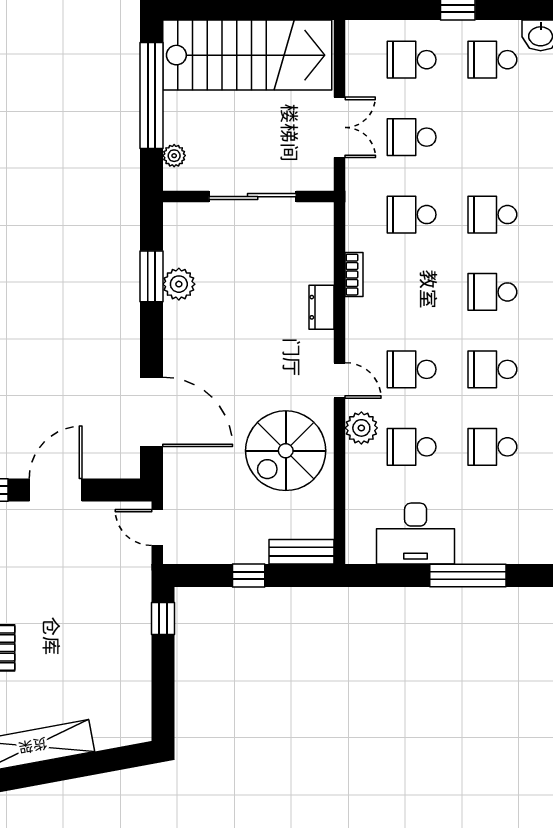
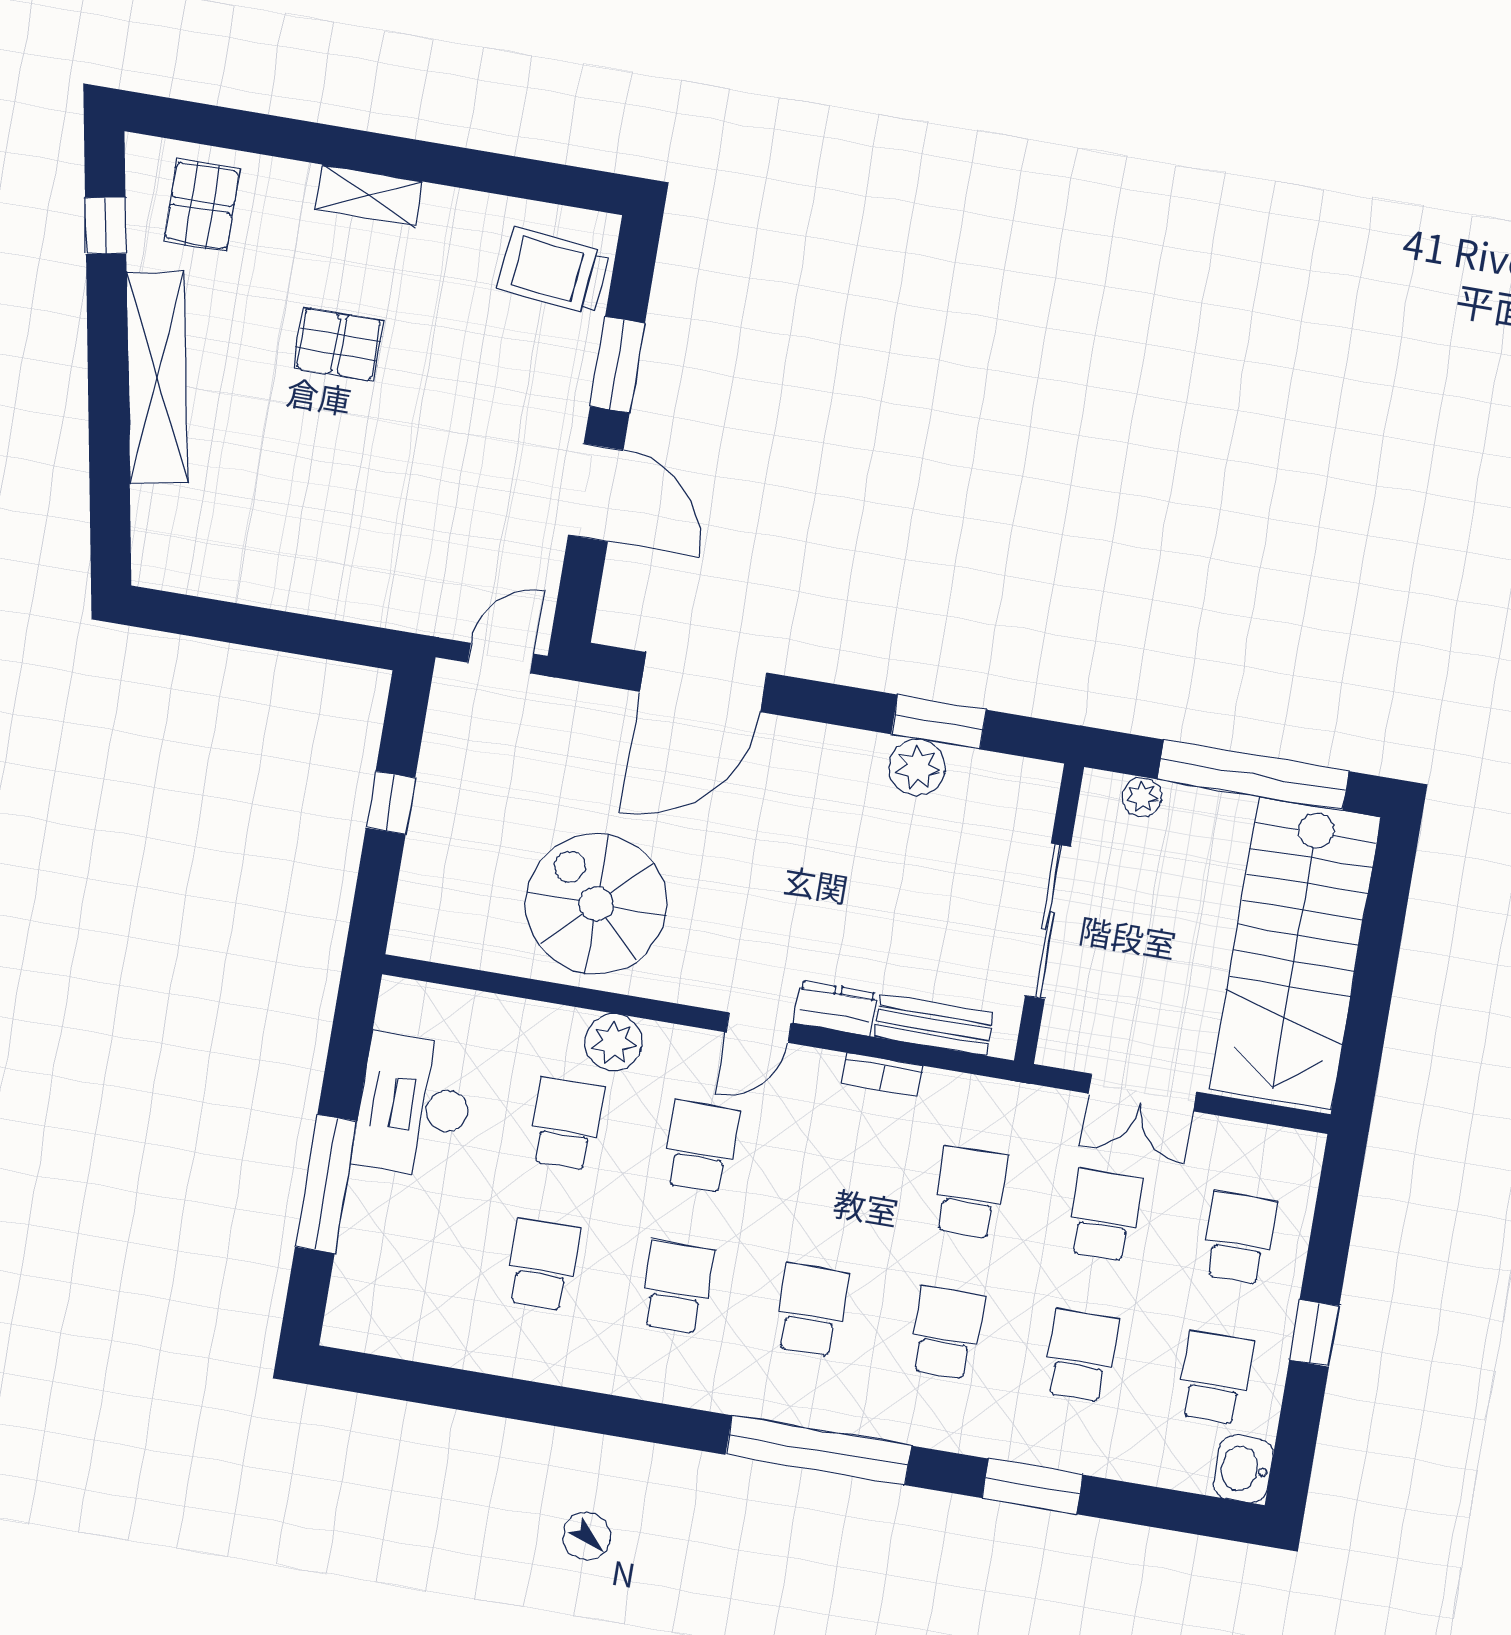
school desk: (492, 137) -> (1081, 1355), added
door: (340, 380) -> (759, 1028), moved
bench: (302, 552) -> (934, 1025), moved, turned 90
window: (163, 618) -> (341, 641), removed

